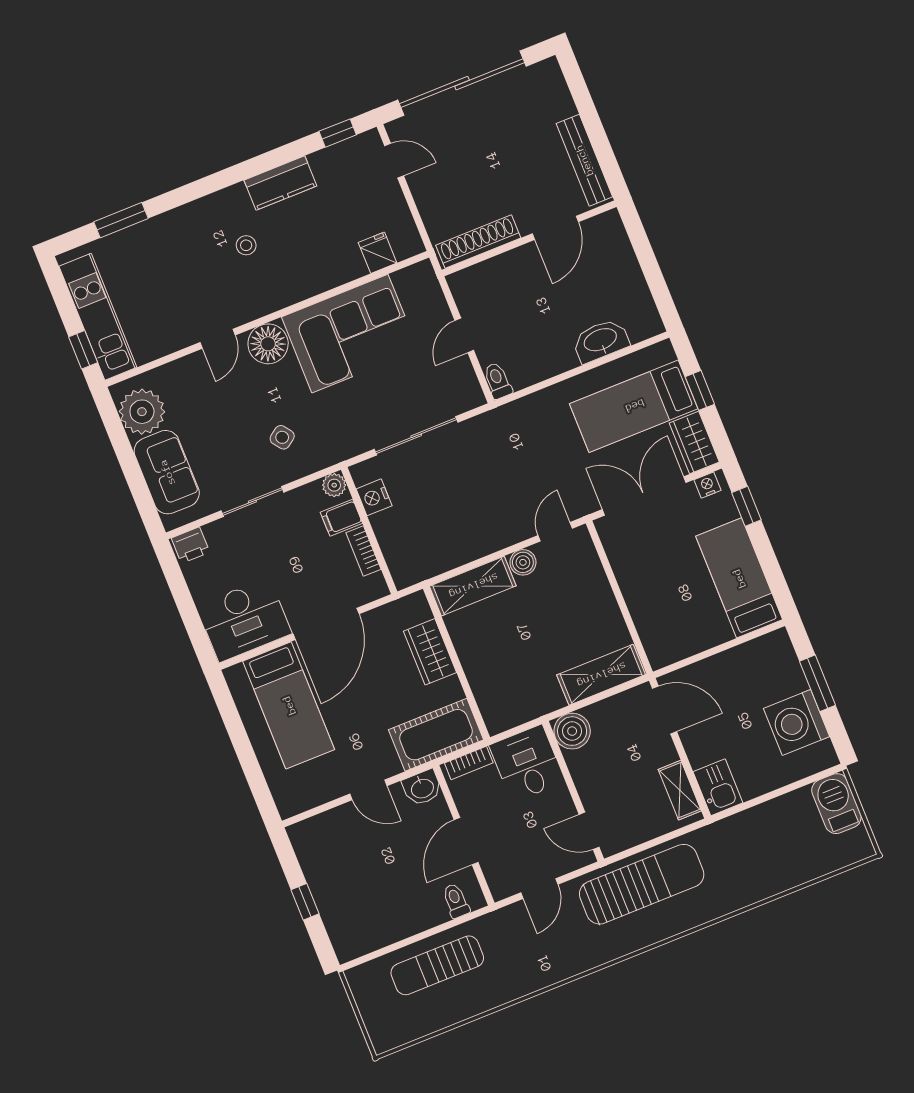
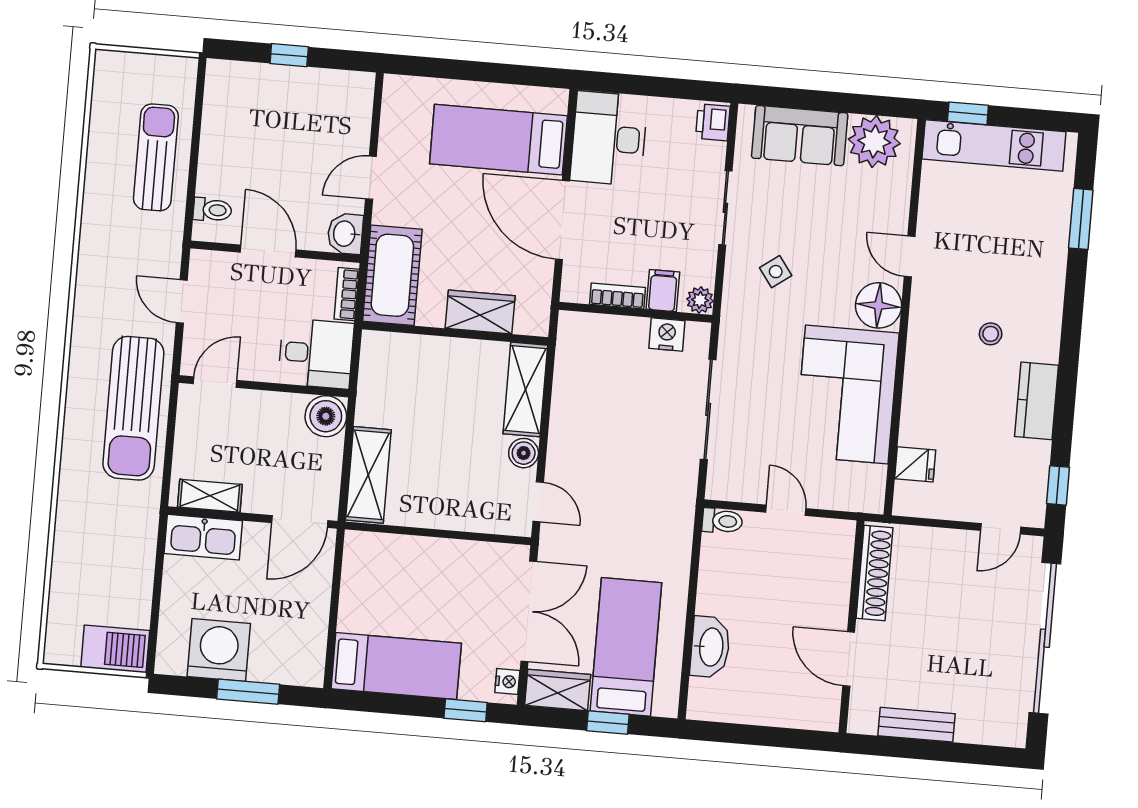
bench: (584, 160) -> (917, 725), width x0.73
kitchen sink: (718, 787) -> (203, 537), width x1.38

